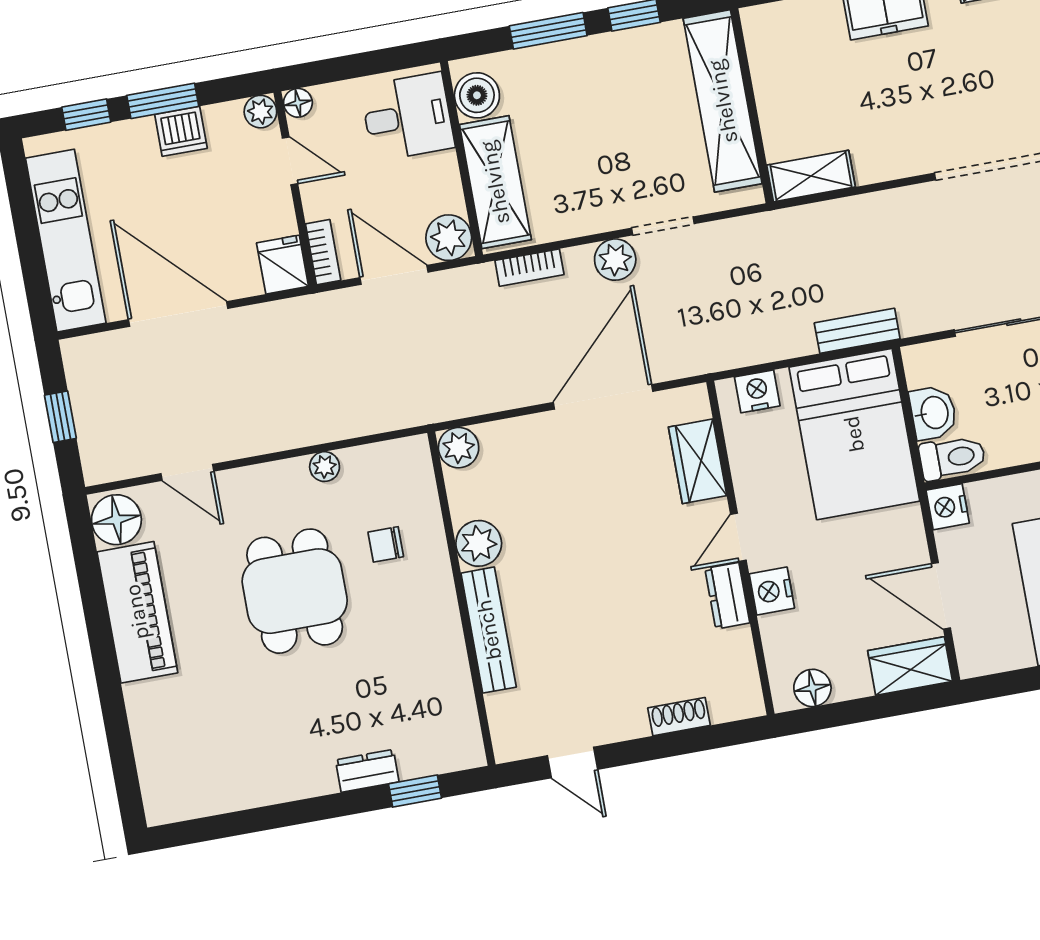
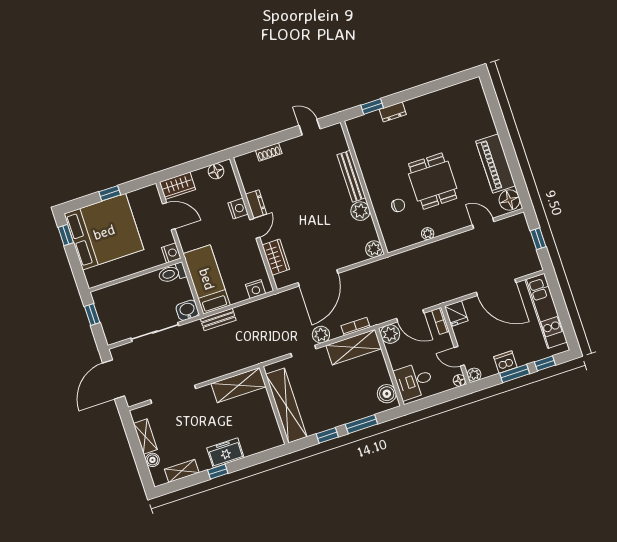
shelving: (811, 176) -> (239, 385), width x1.50, depth x1.33
shelving: (495, 182) -> (354, 347), moved, turned 90
washbasin: (933, 413) -> (187, 310), moved, turned 90
bed: (854, 434) -> (207, 279), width x0.67

